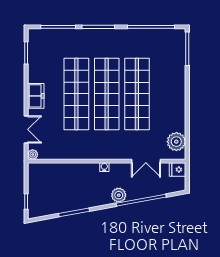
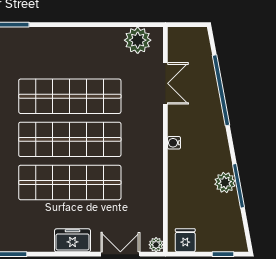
fridge: (177, 170) -> (185, 240), moved, turned 180
plant: (119, 195) -> (225, 183), moved

